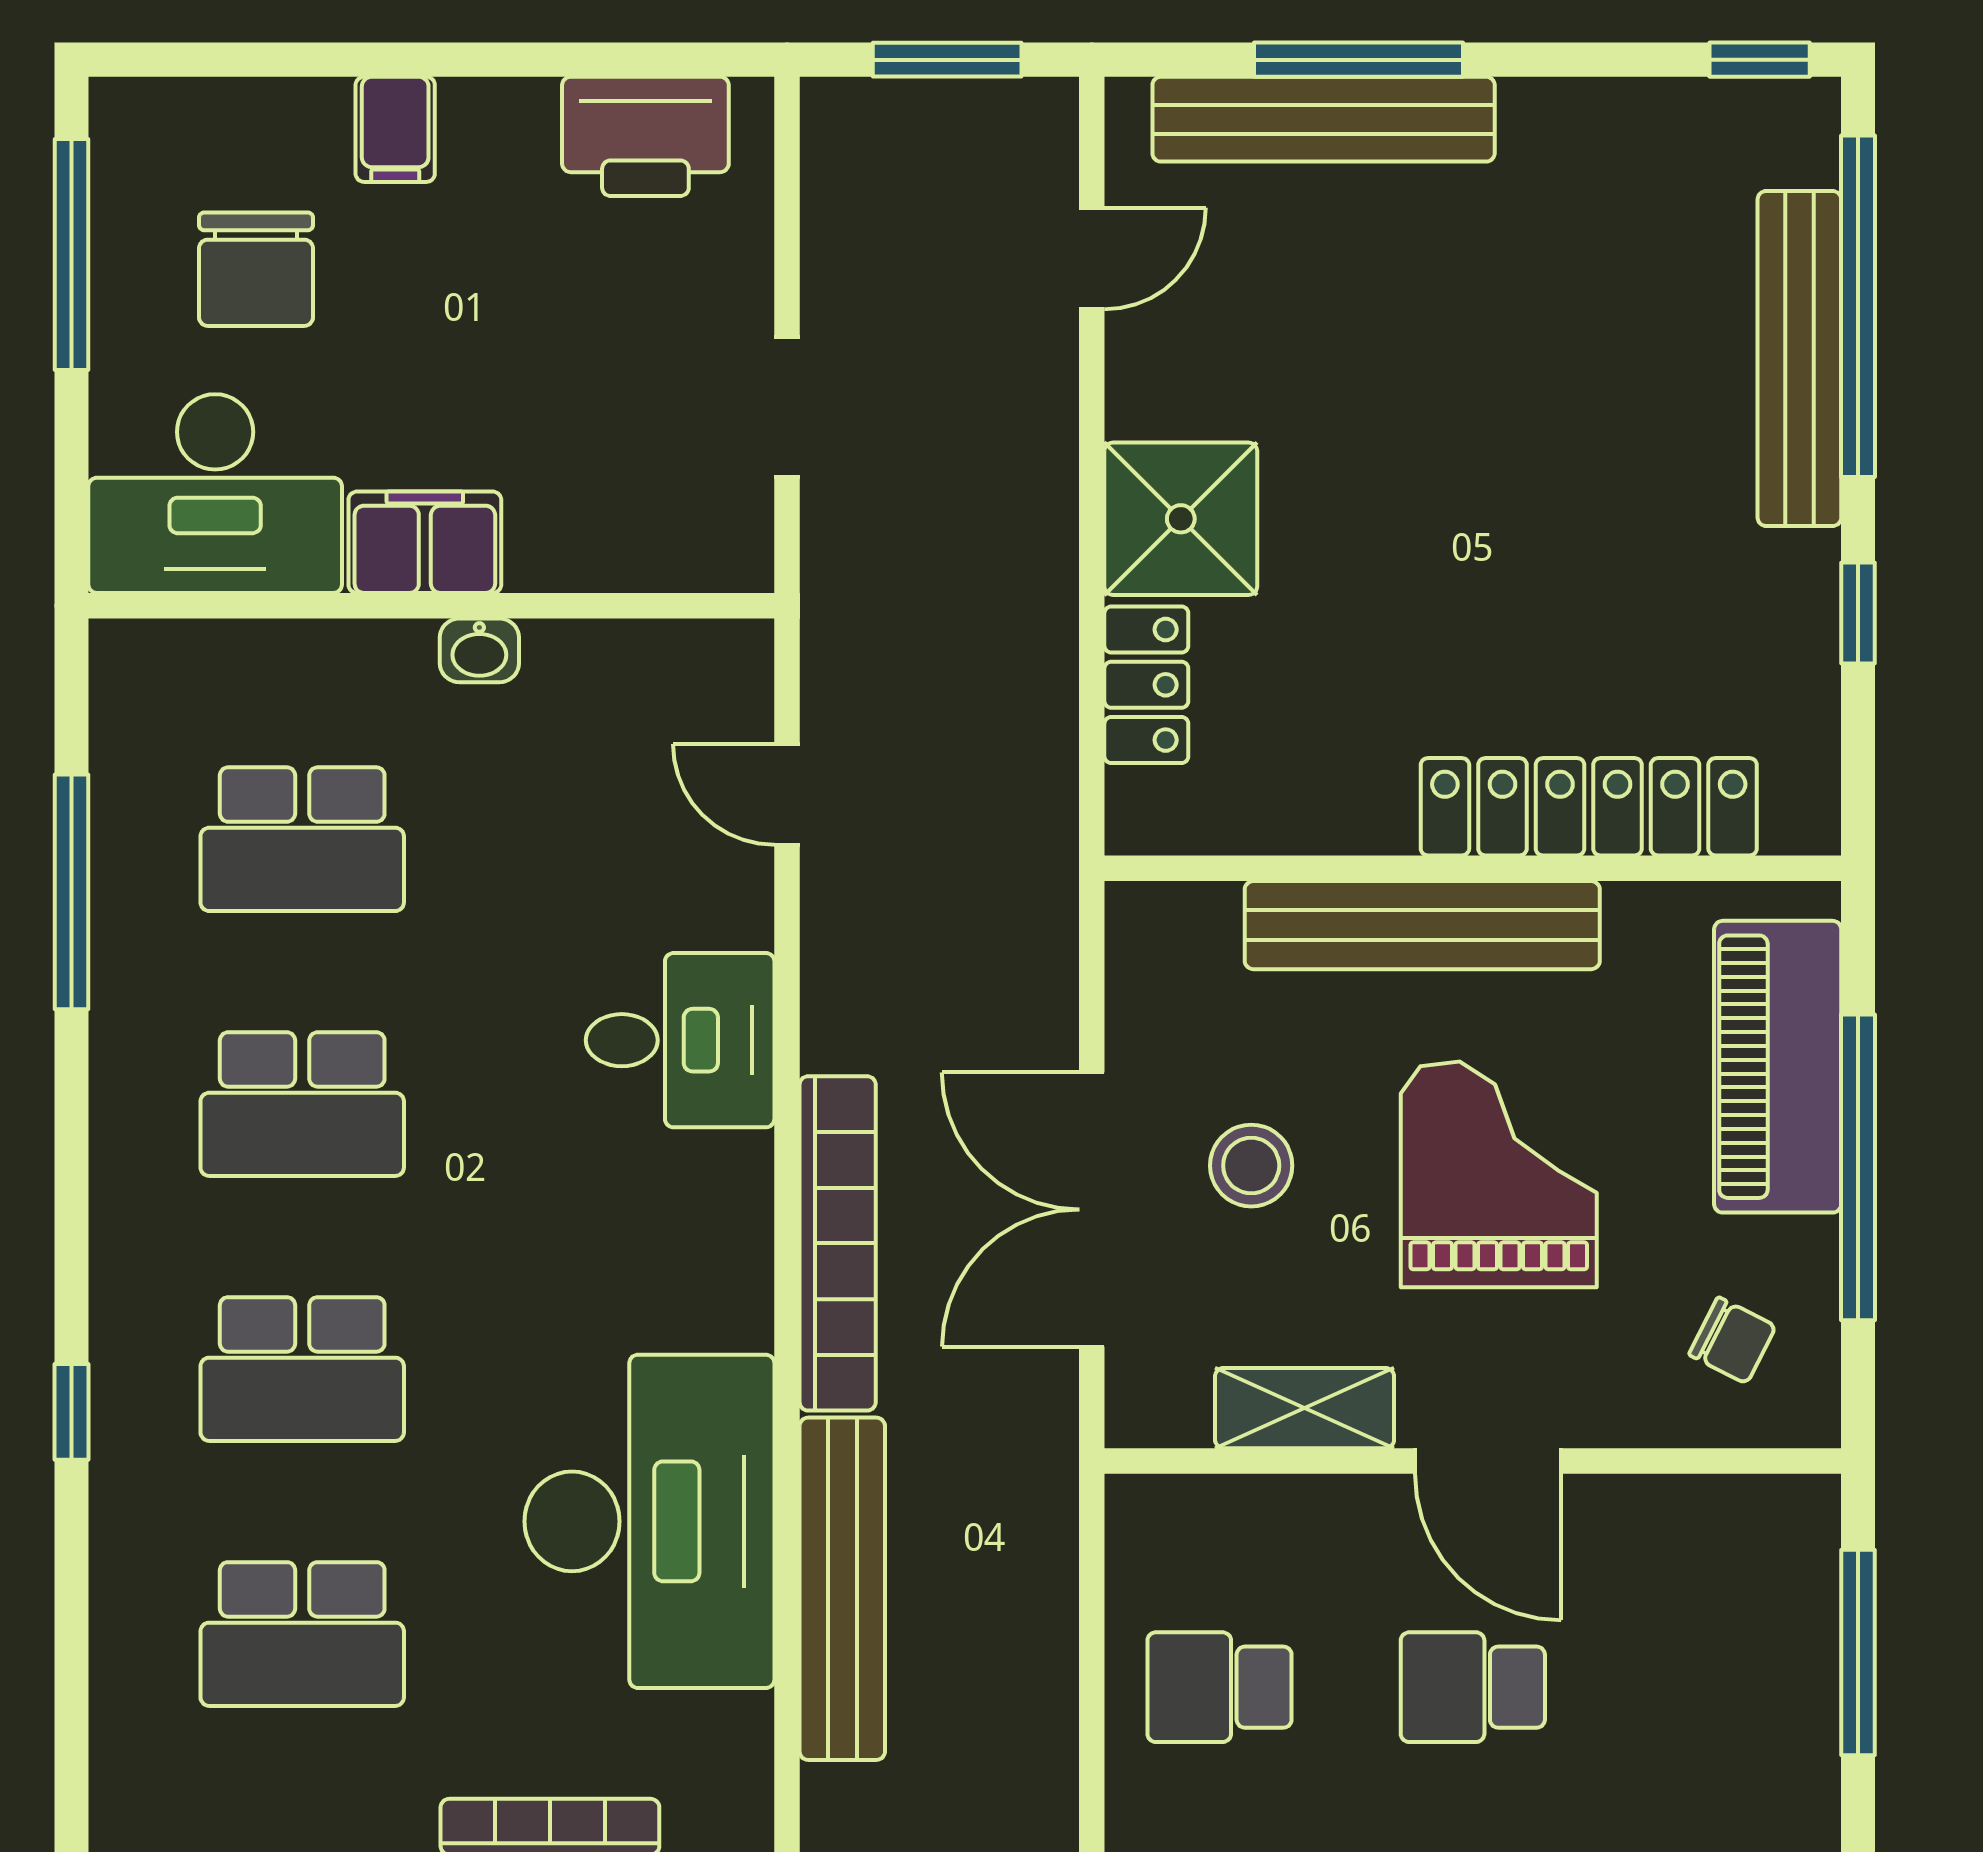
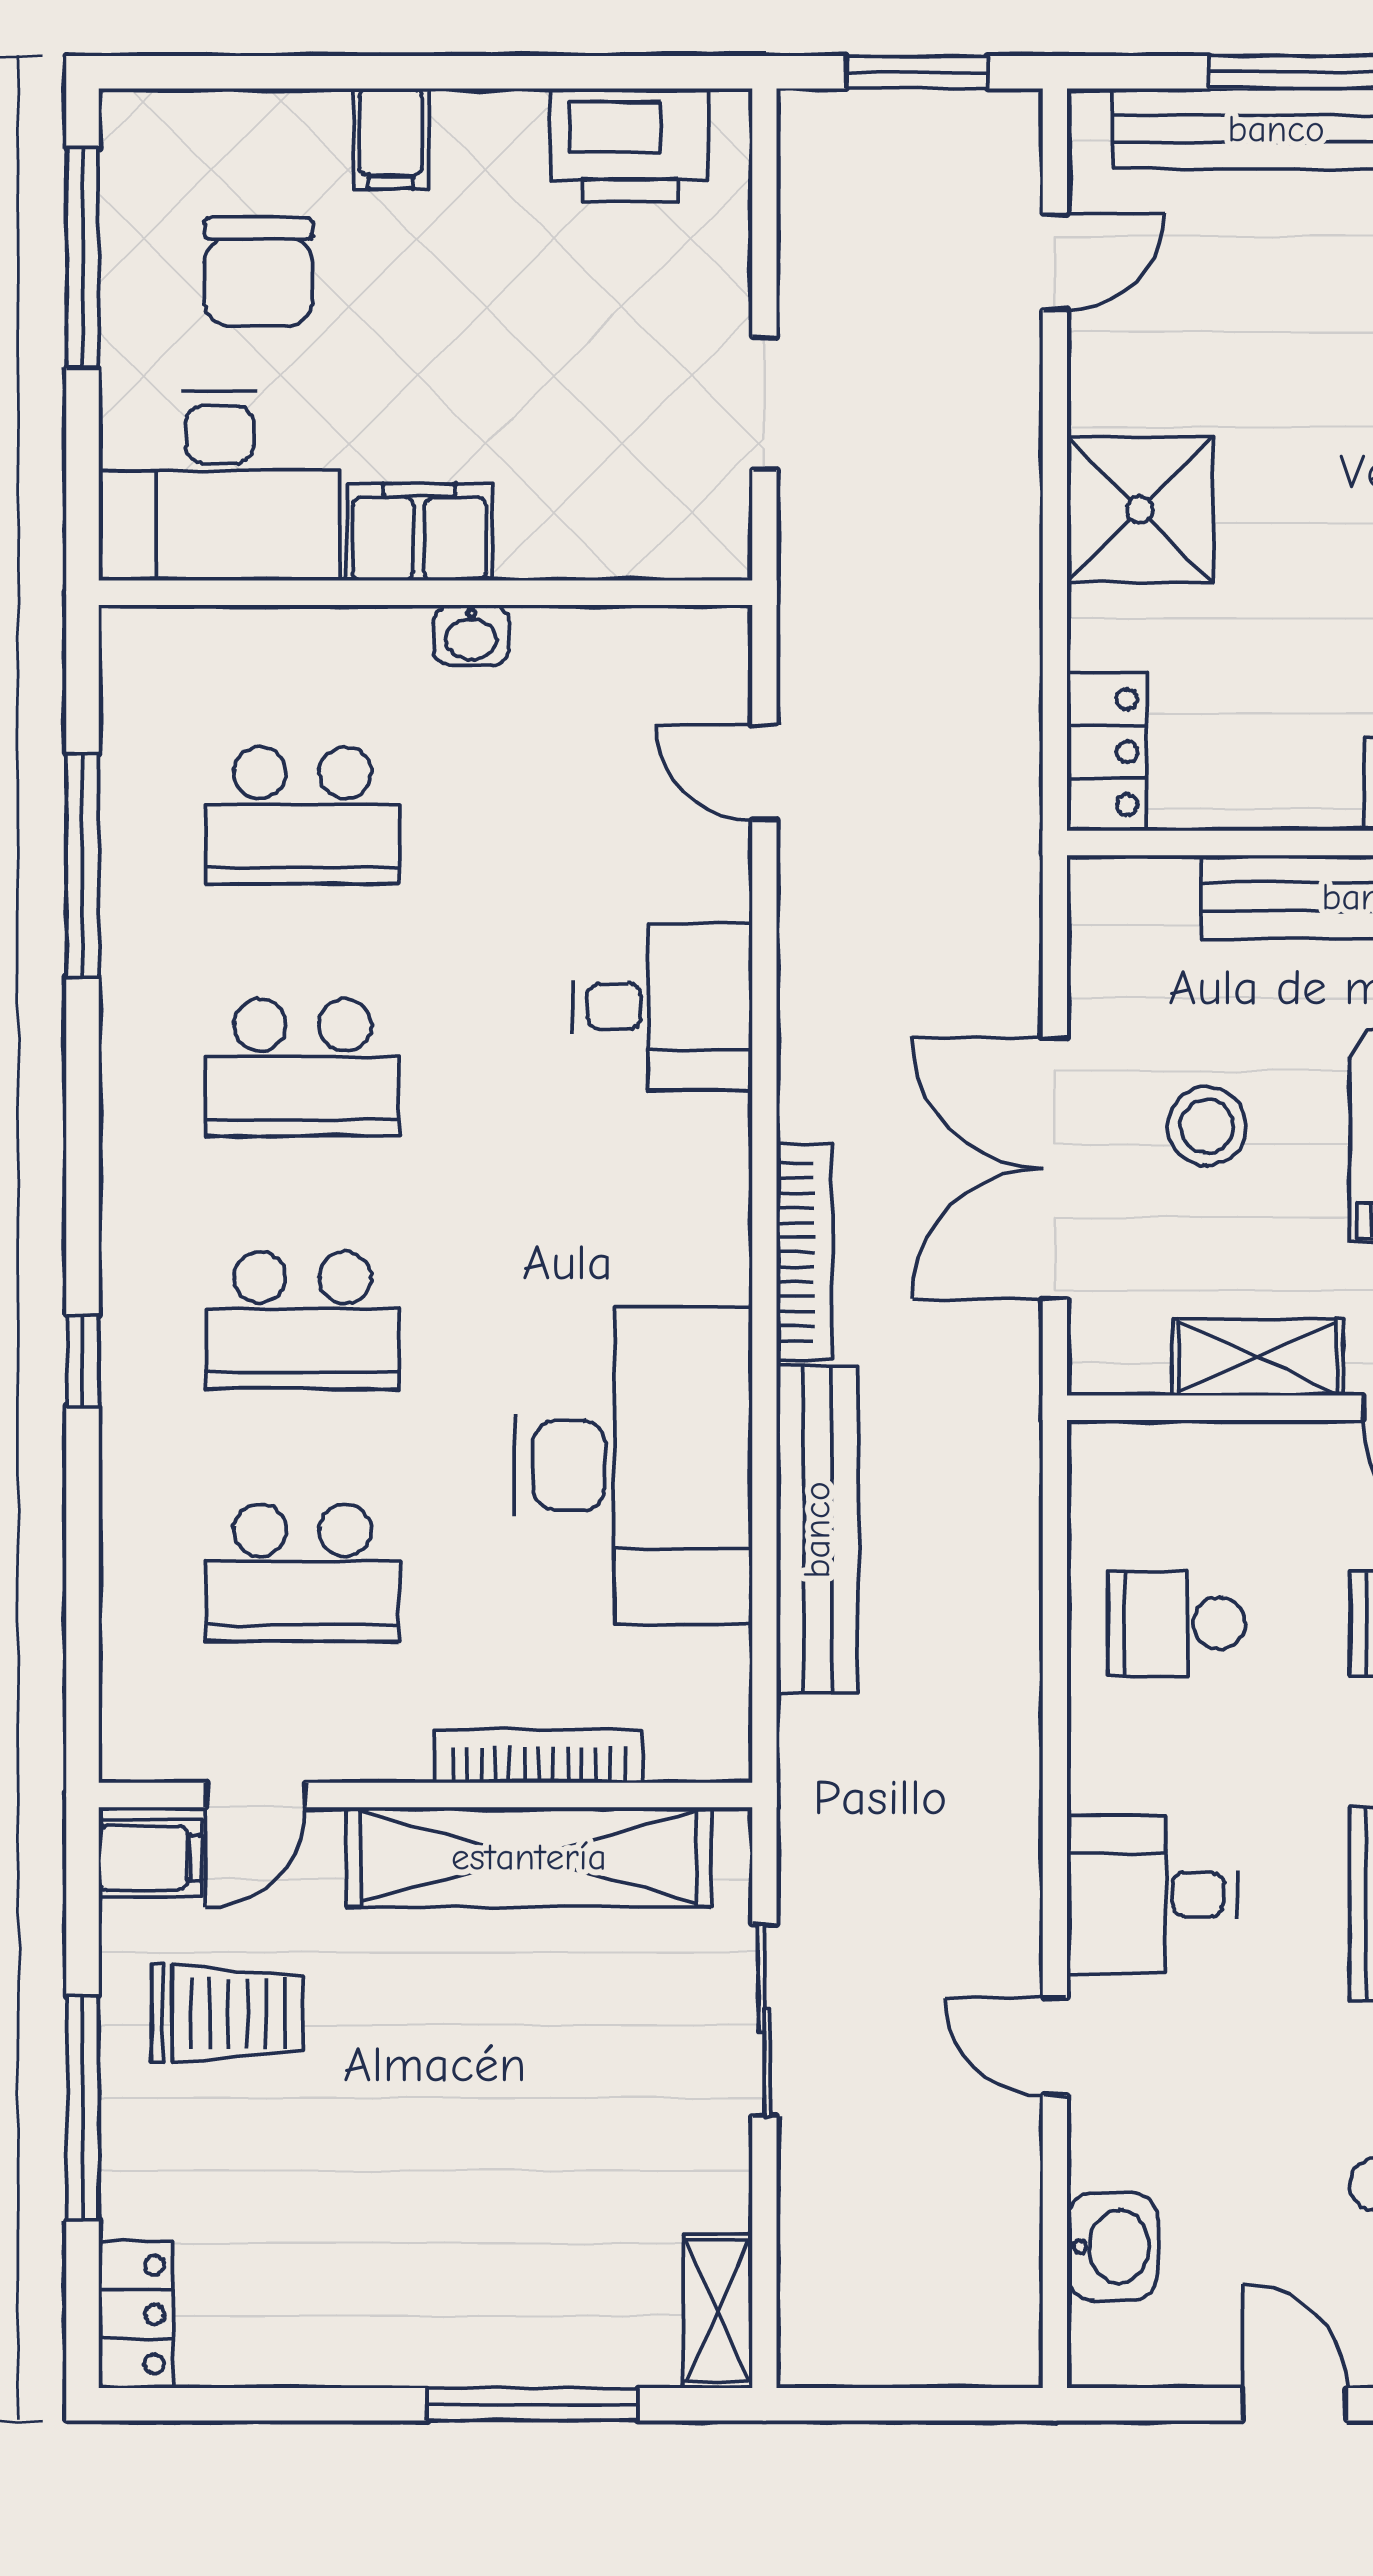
locker: (1146, 685) -> (1107, 752), moved
bookcase: (838, 1243) -> (804, 1252), width x0.68, depth x0.76

